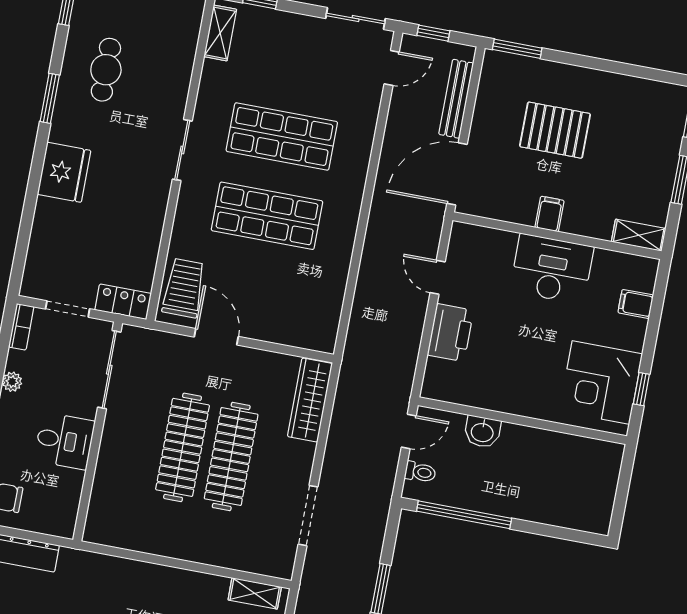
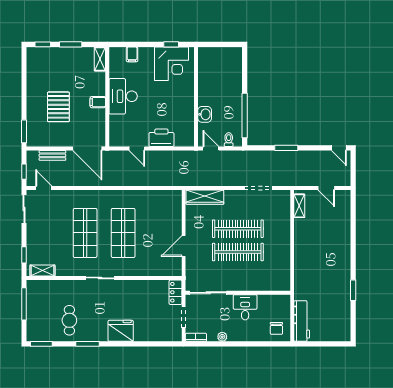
cafe table: (106, 70) -> (69, 320), turned 90
bench: (456, 99) -> (52, 155), width x0.73
door: (438, 277) -> (137, 148), hinge flipped
trolley: (184, 288) -> (164, 265), removed

